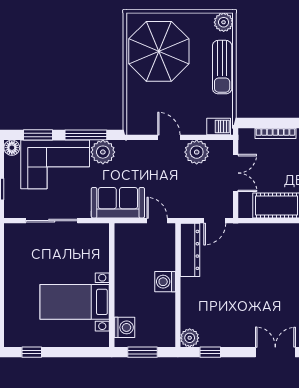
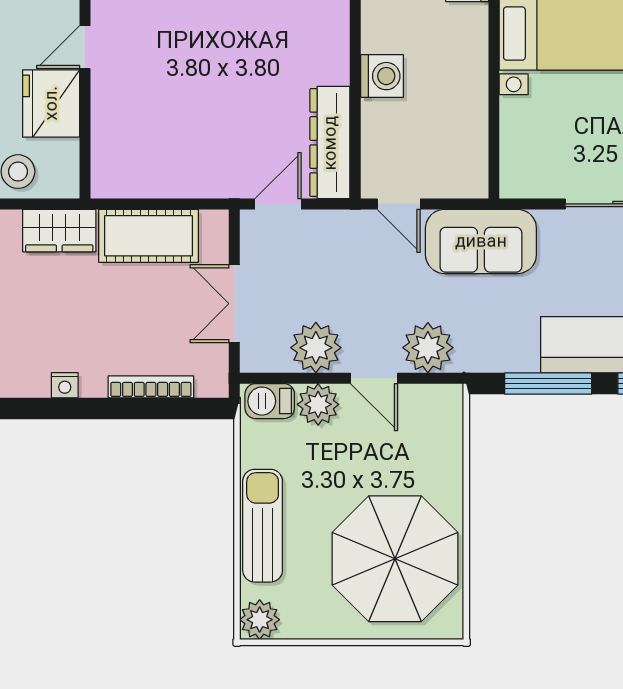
plant: (196, 125) -> (318, 404), added
plant: (103, 152) -> (428, 348), moved

